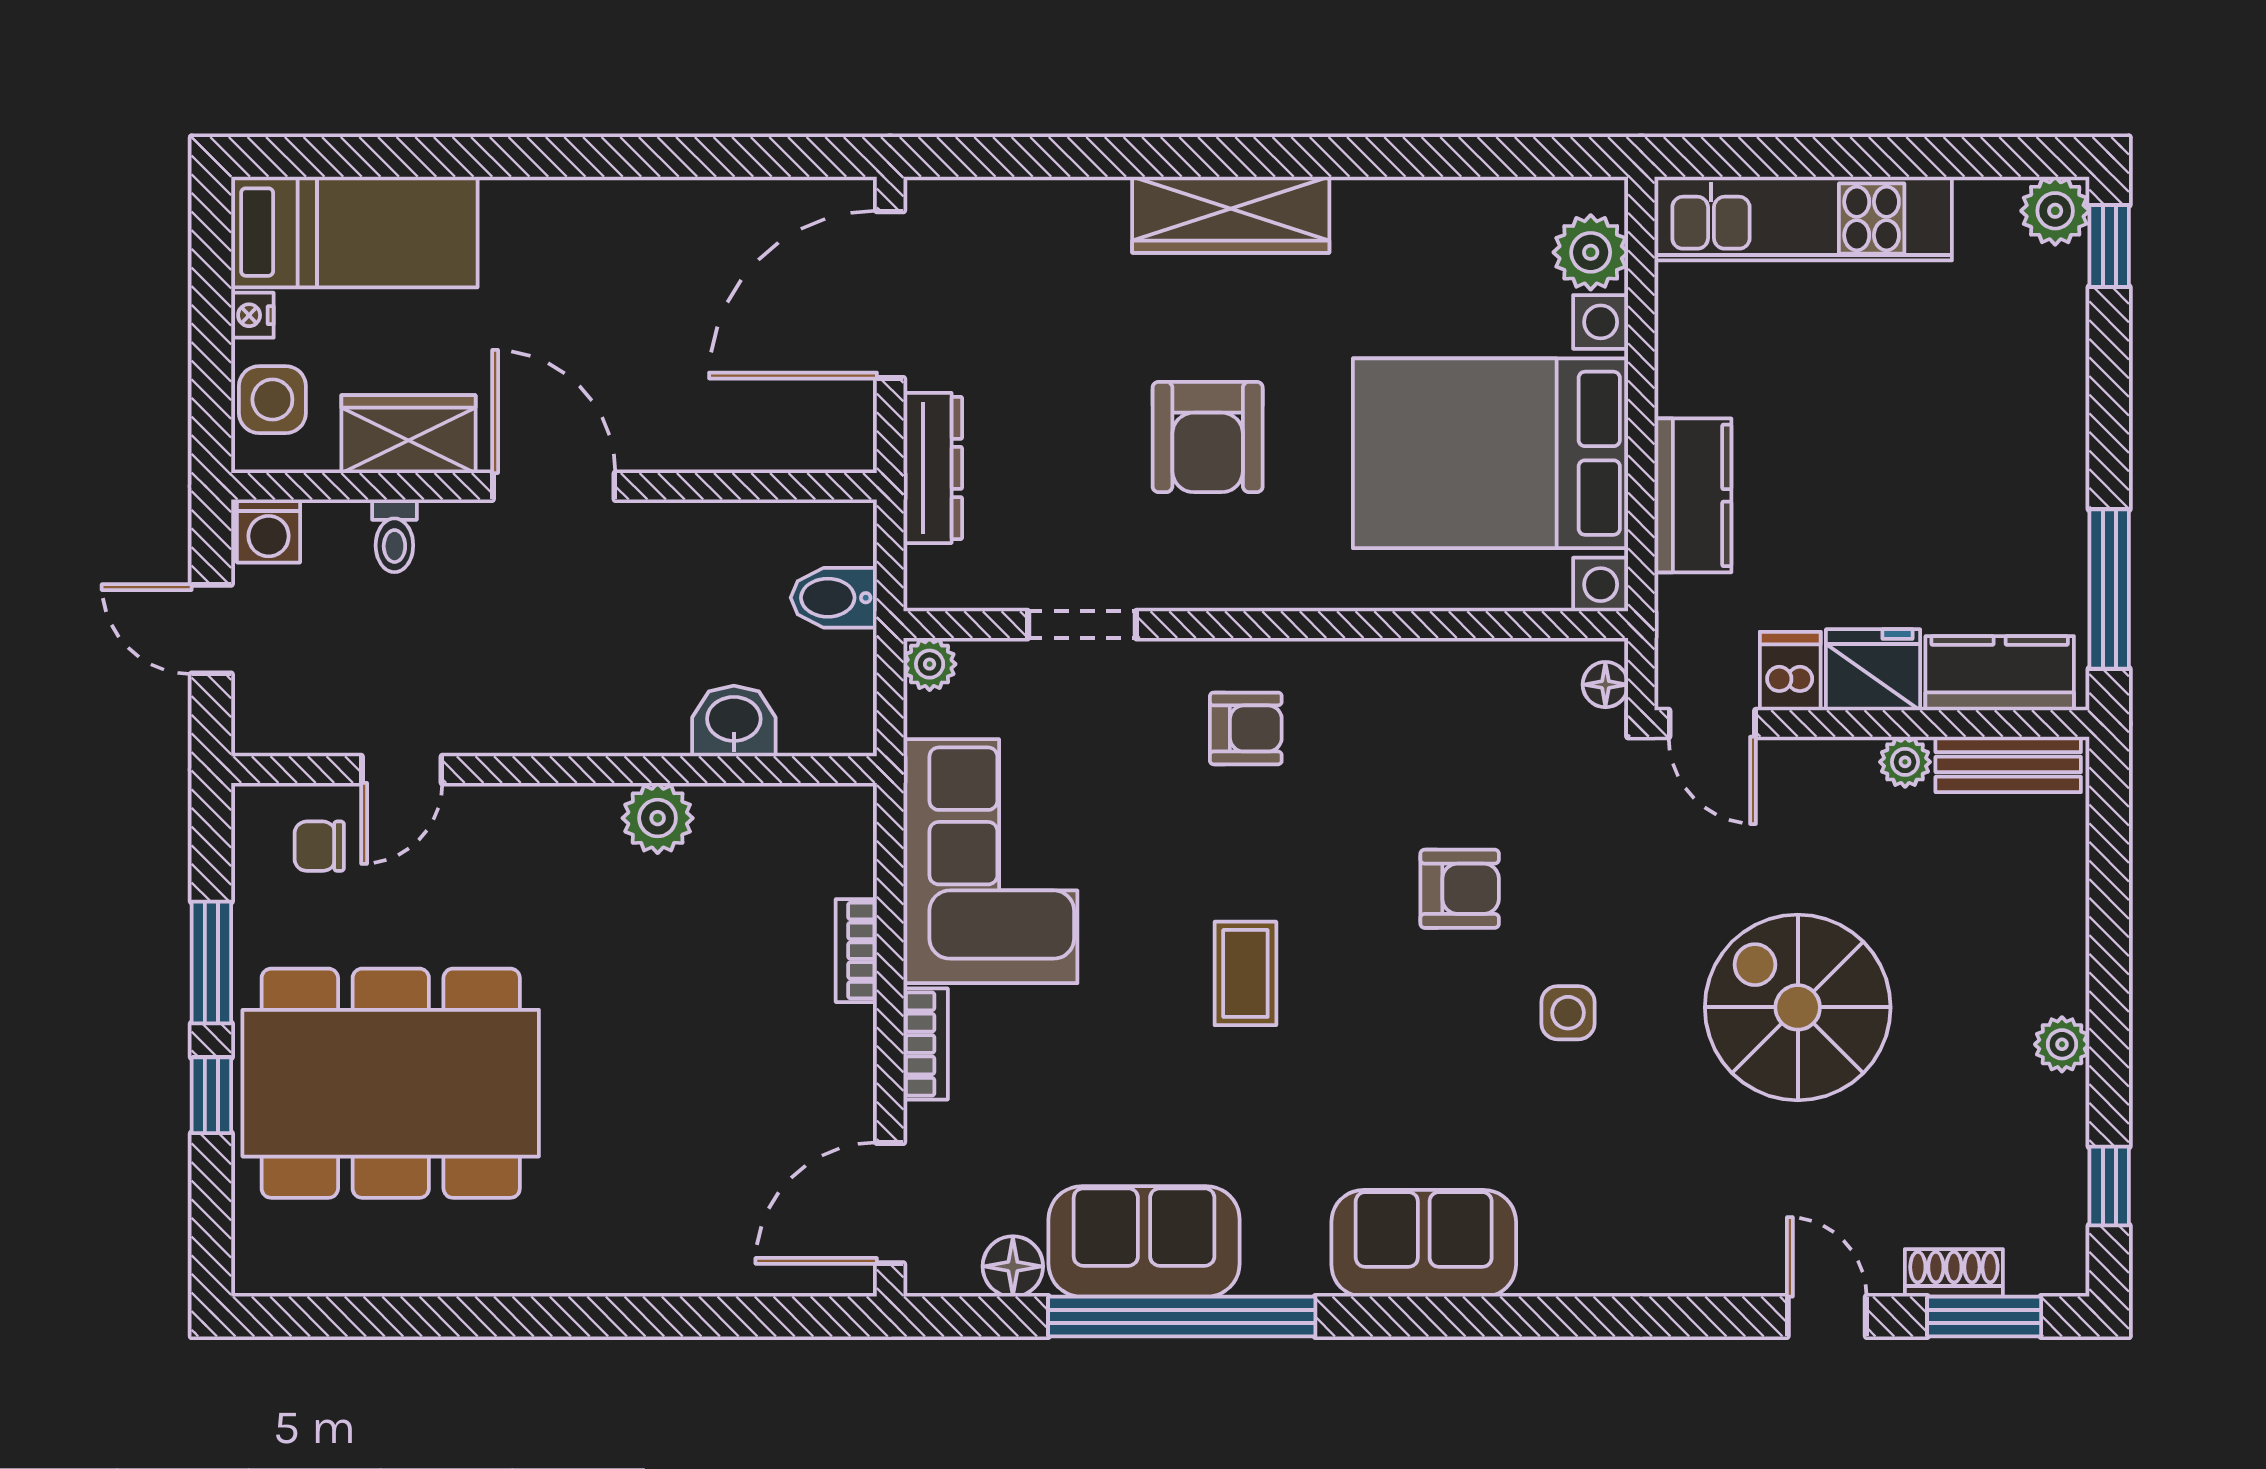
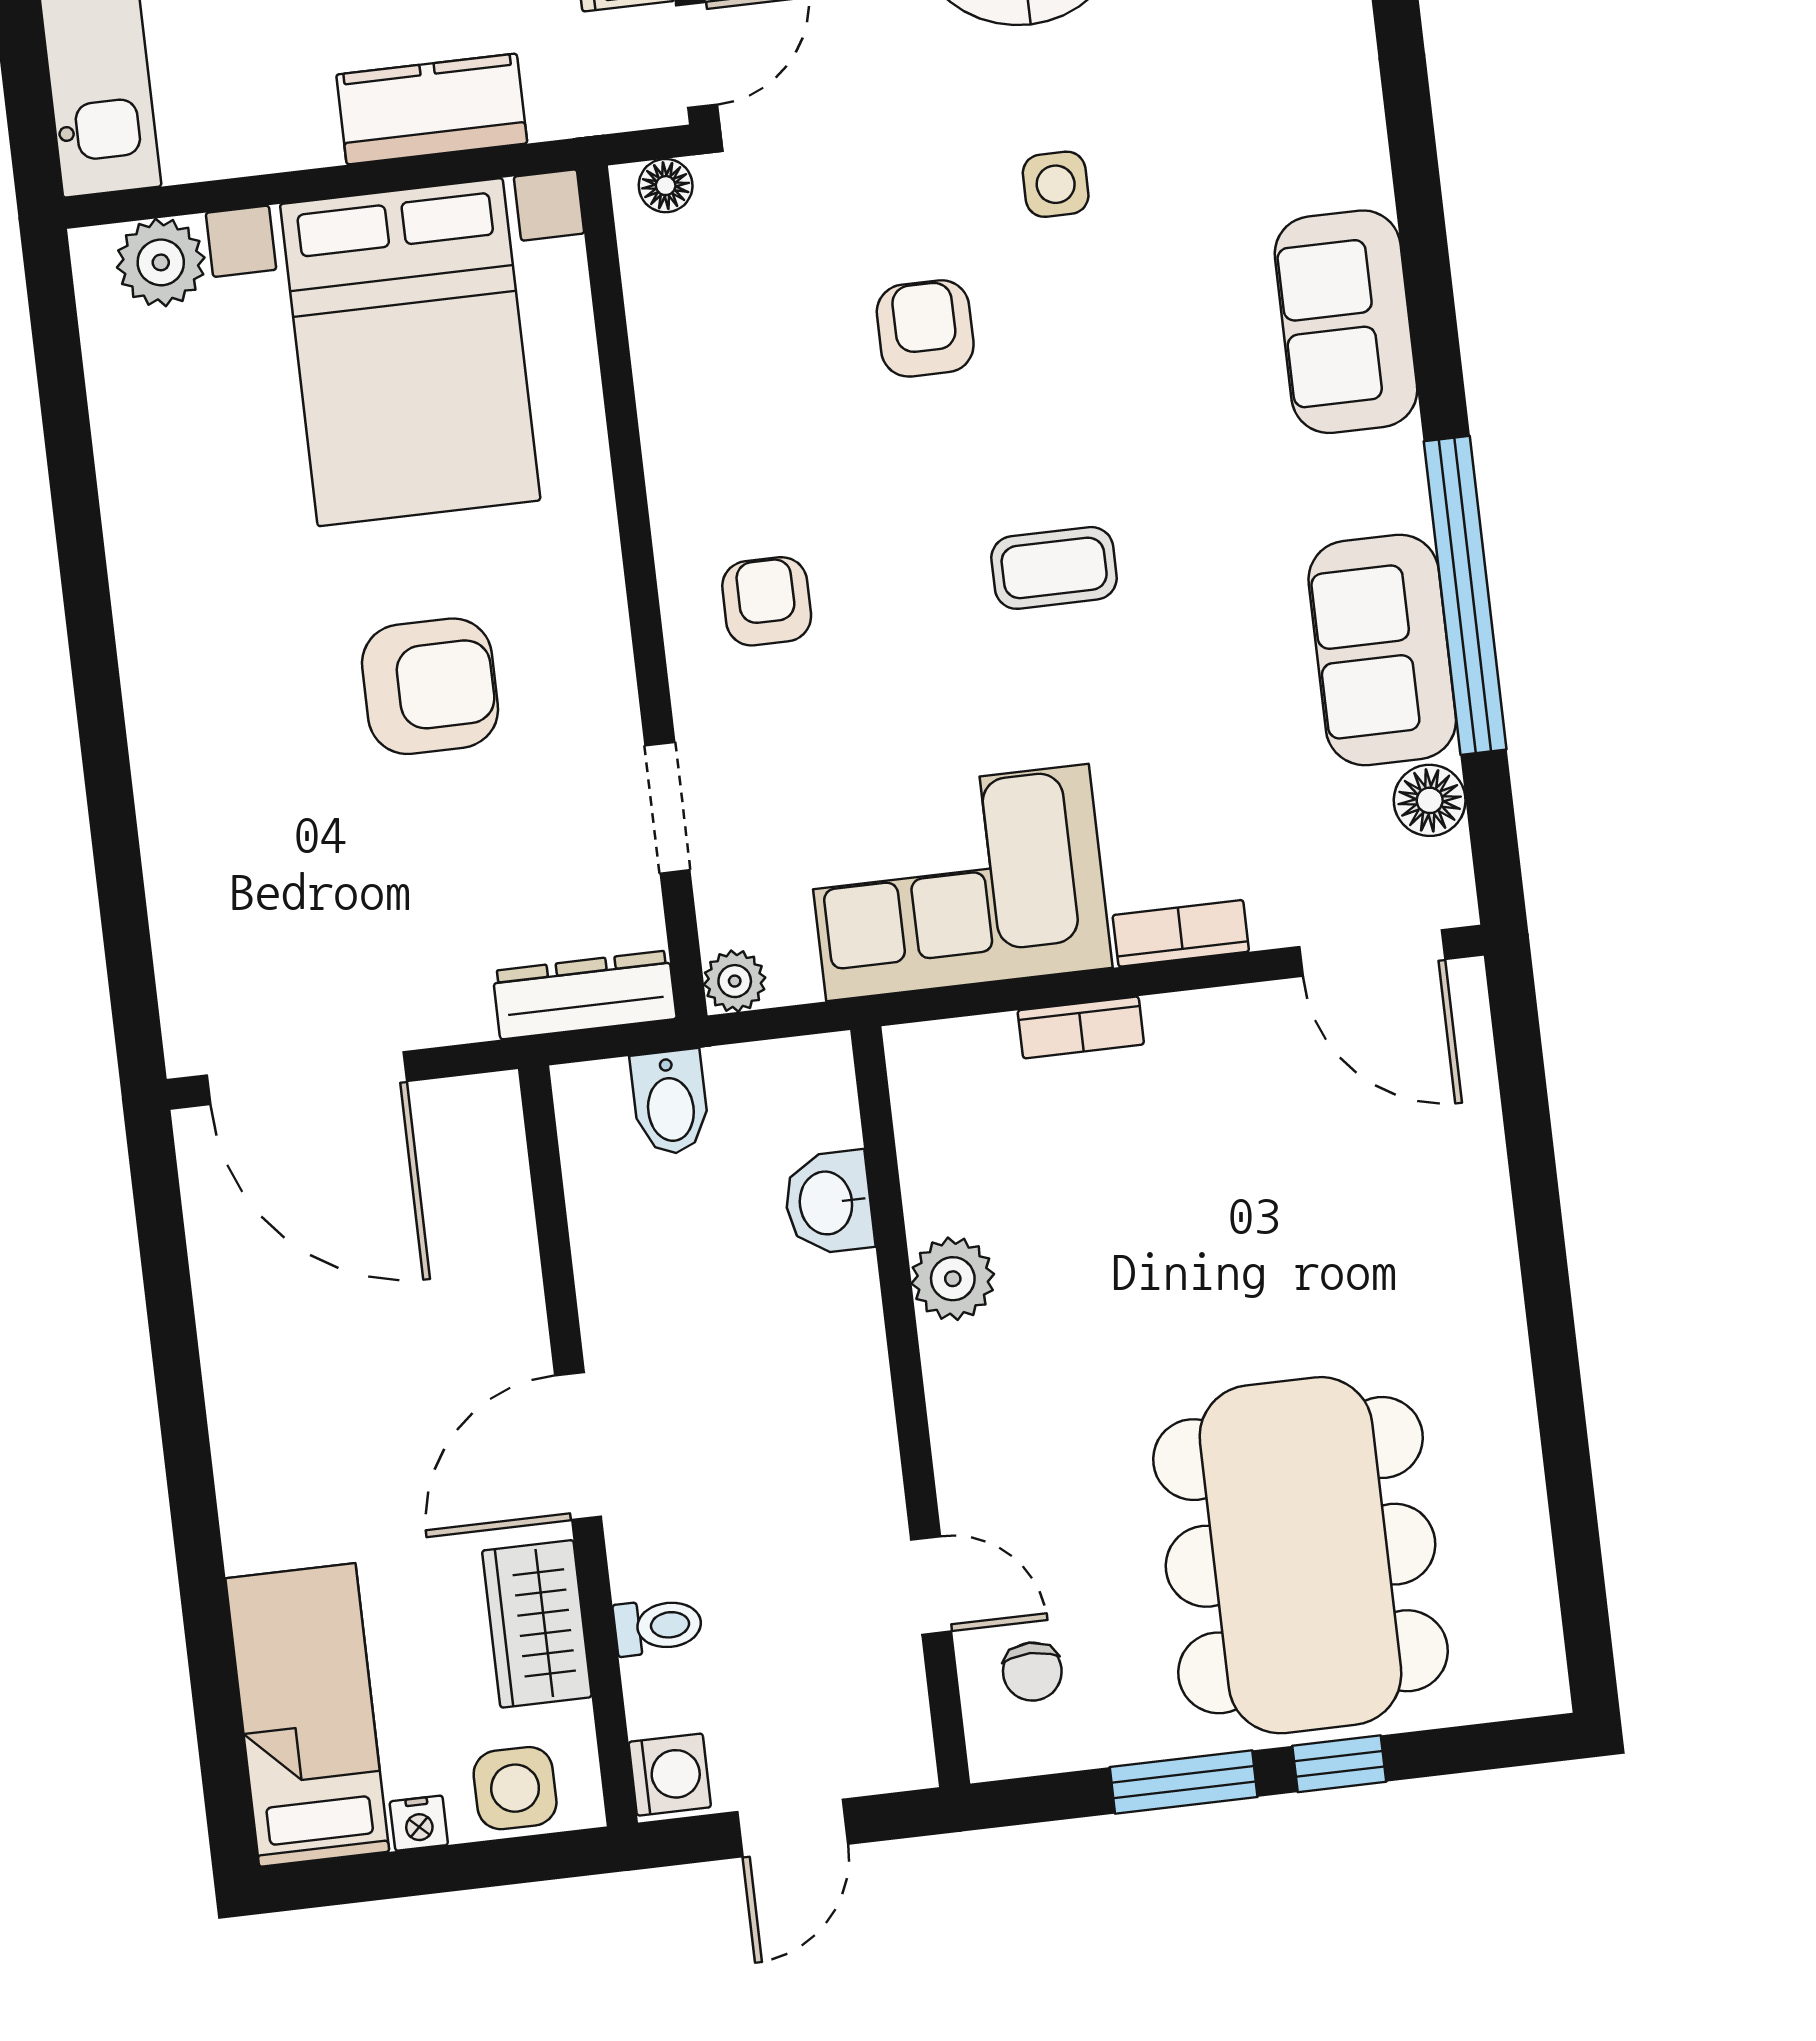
wardrobe: (1231, 215) -> (166, 690), removed
dresser: (933, 468) -> (584, 995), moved

